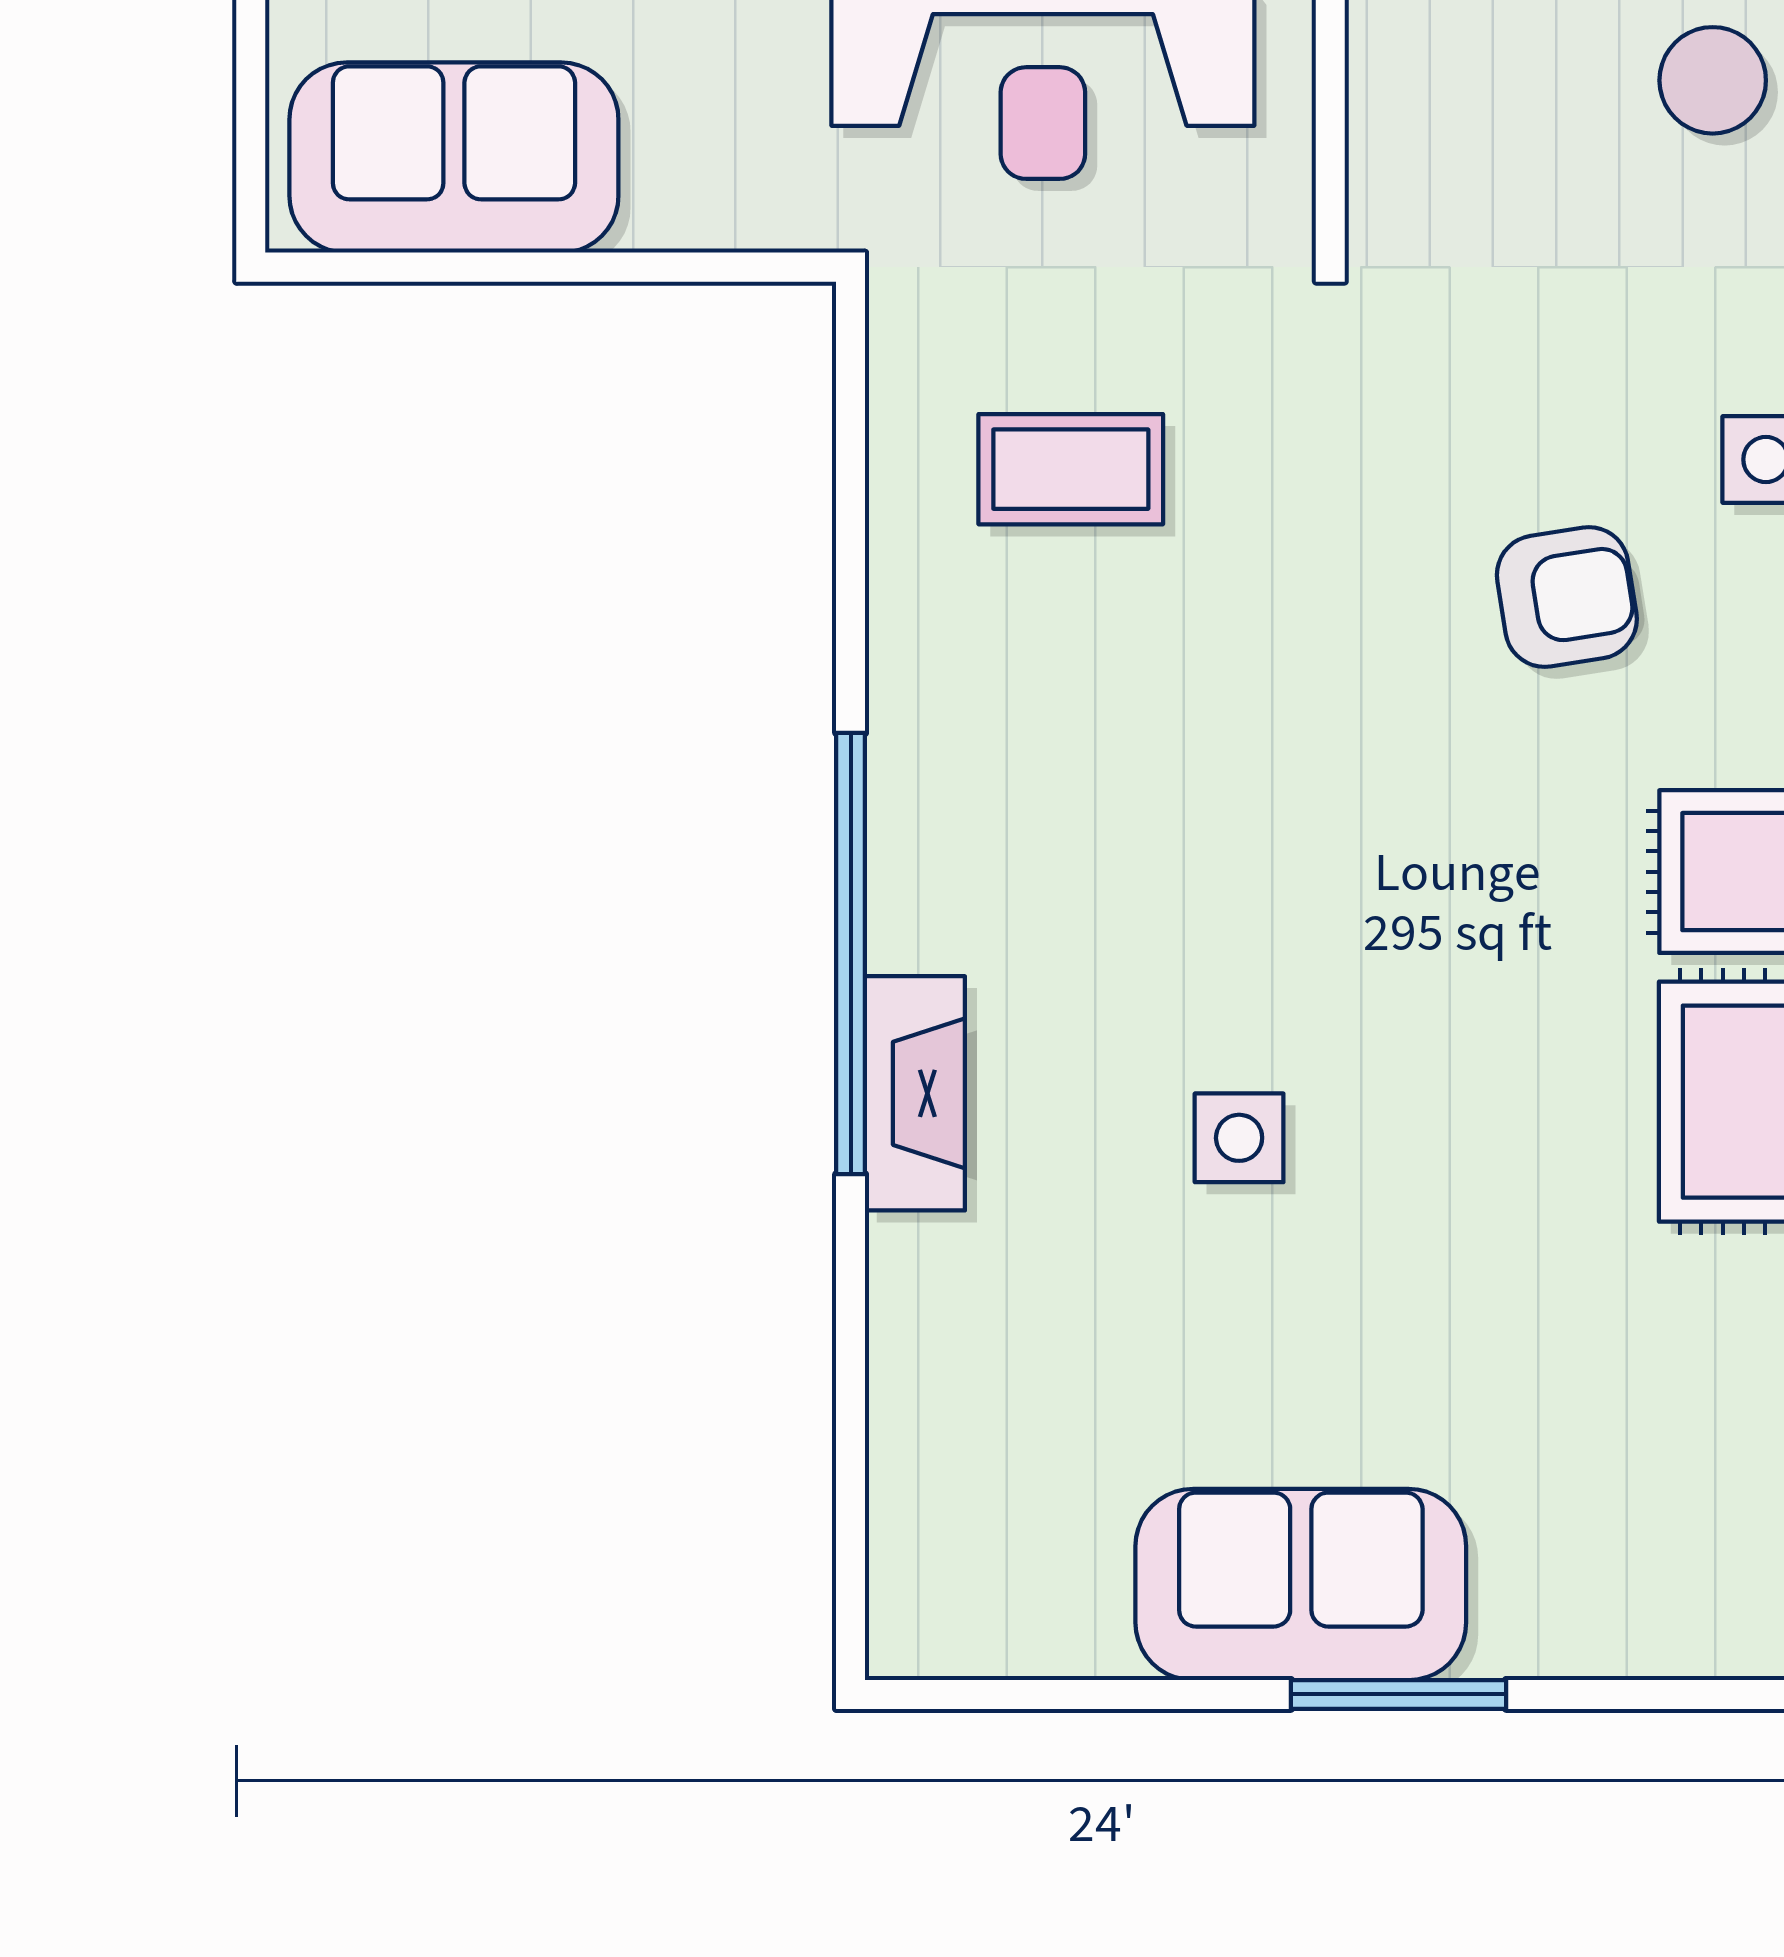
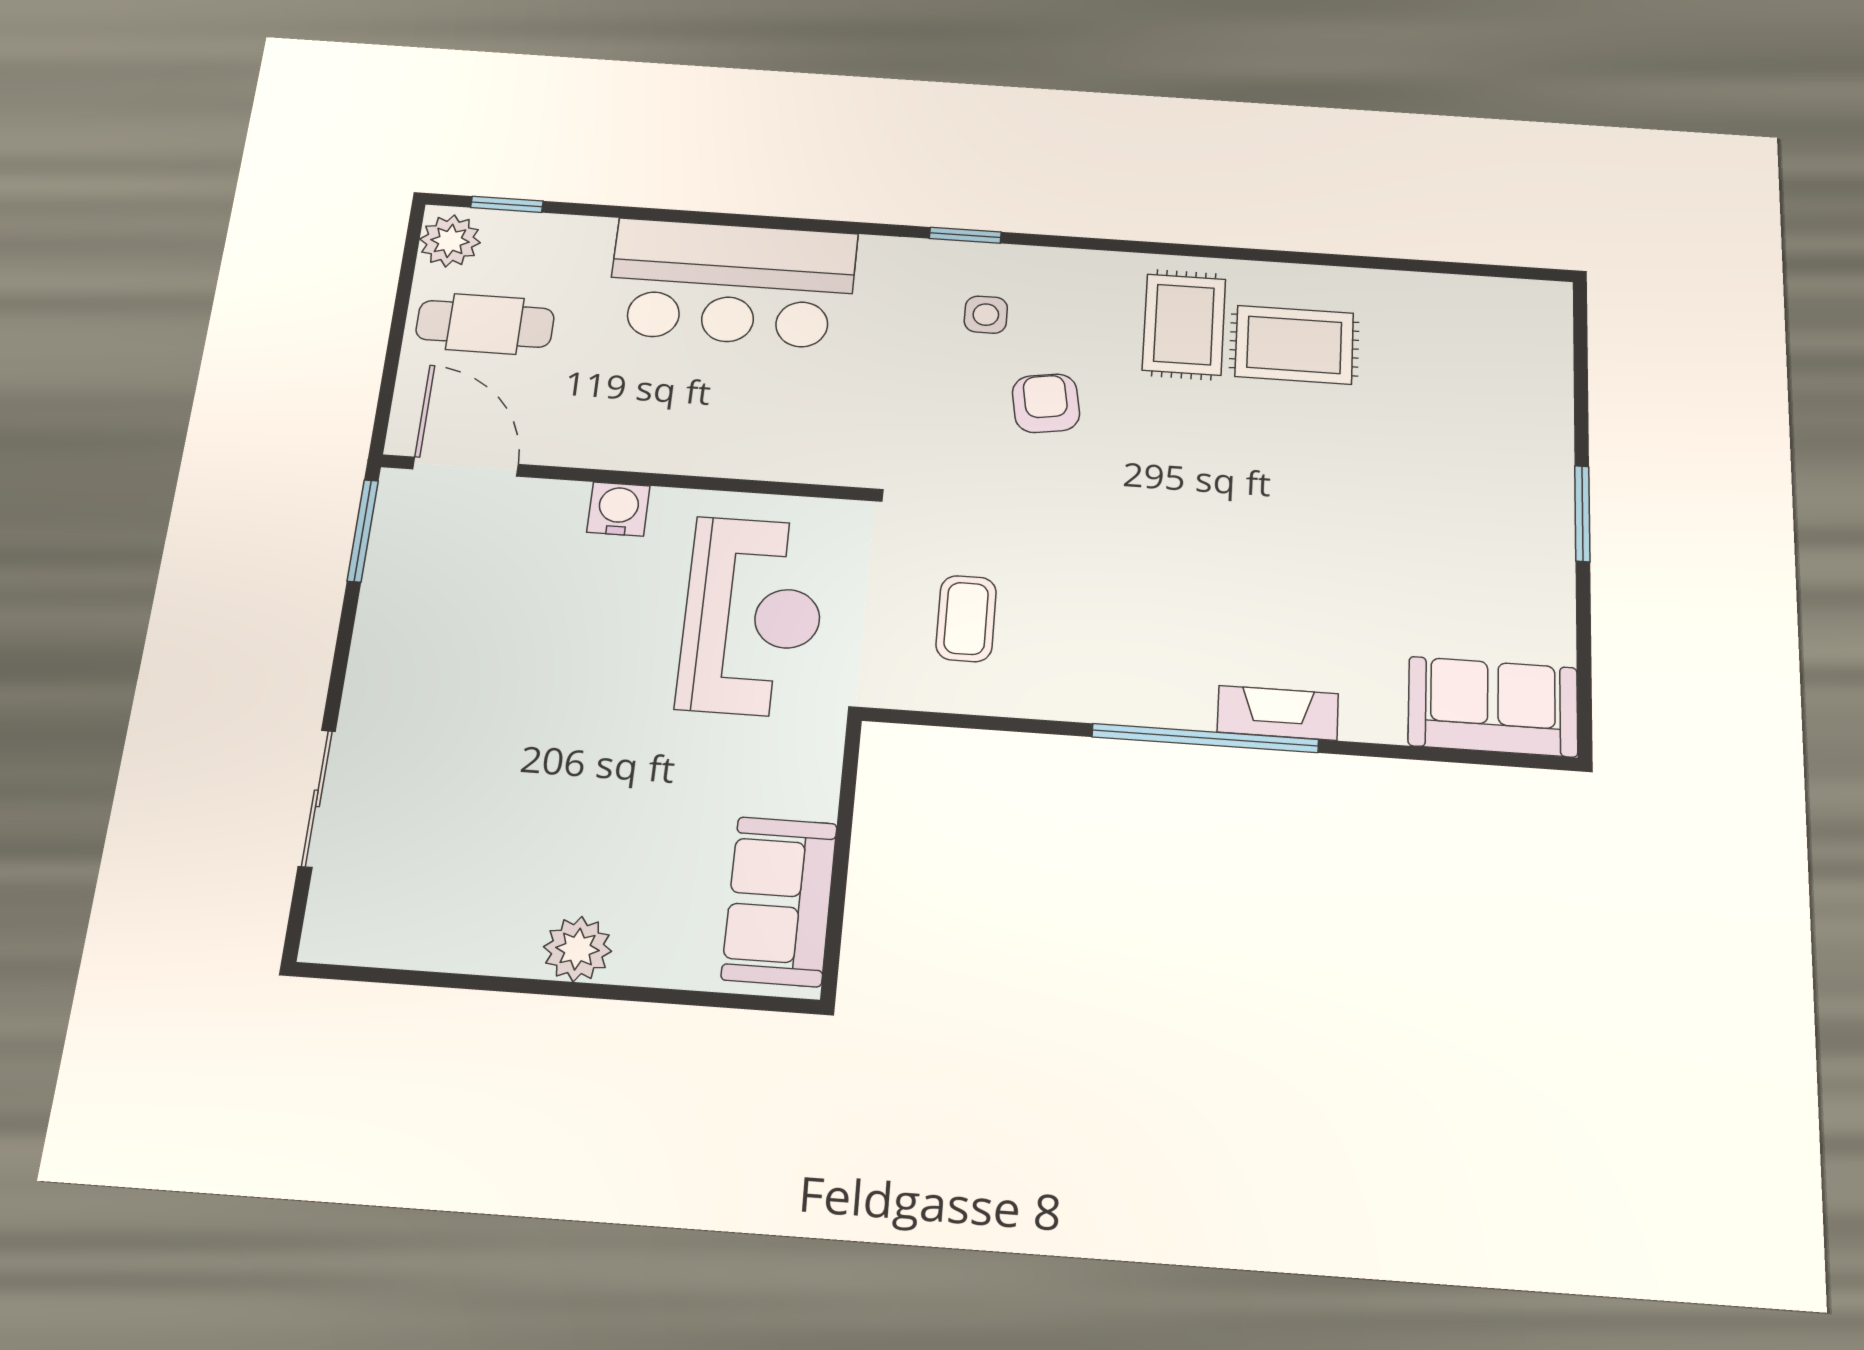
side table: (1239, 1138) -> (1305, 566), removed
sofa: (1301, 1584) -> (1493, 707), moved, turned 90

